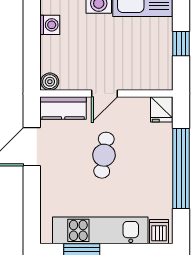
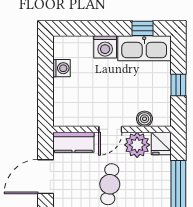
boiler: (50, 82) -> (144, 119), moved
plant: (135, 111) -> (137, 145), added

